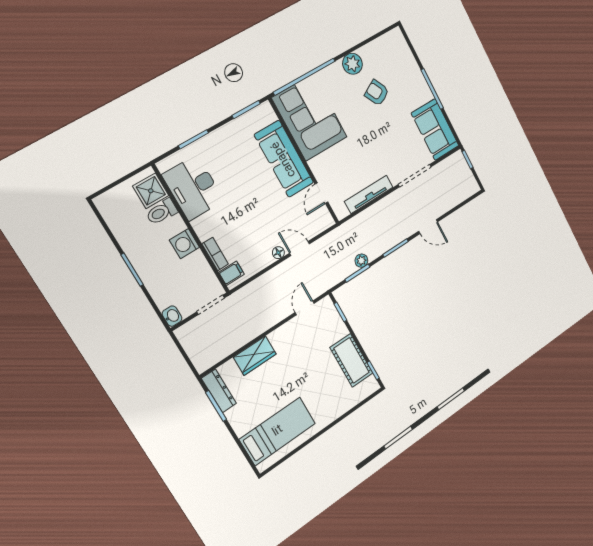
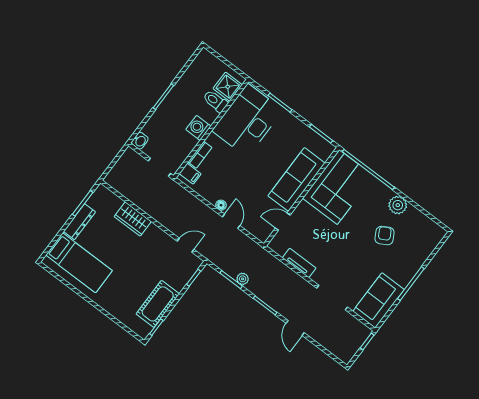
desk: (193, 188) -> (248, 121), width x1.36, depth x1.30
tv unit: (369, 194) -> (299, 263), width x0.71
dresser: (219, 391) -> (79, 222), moved

